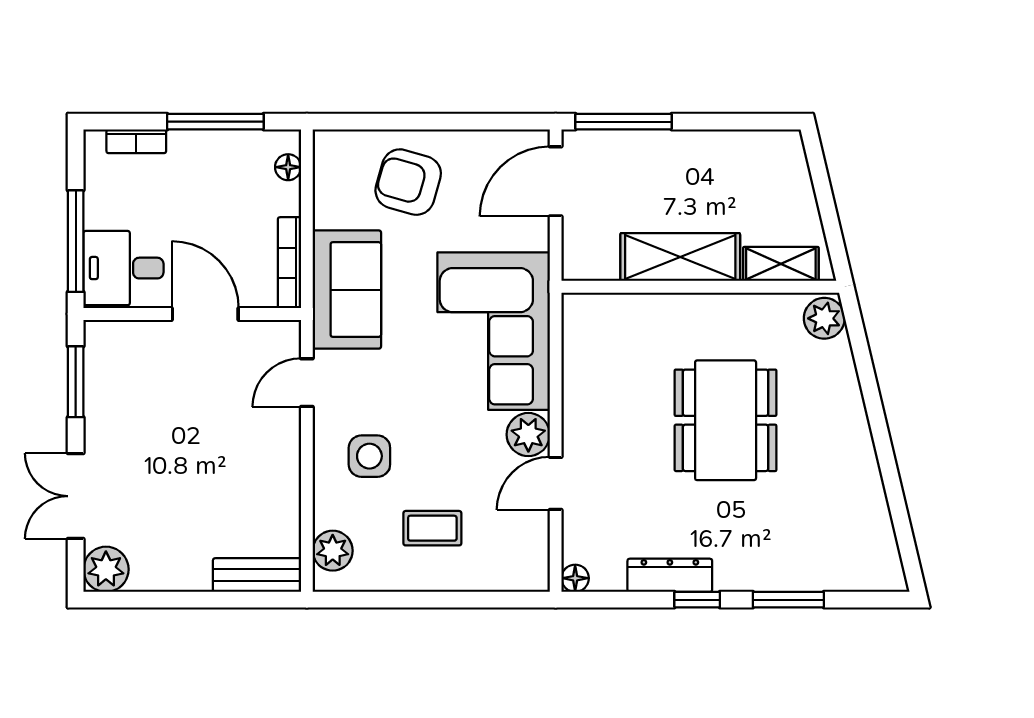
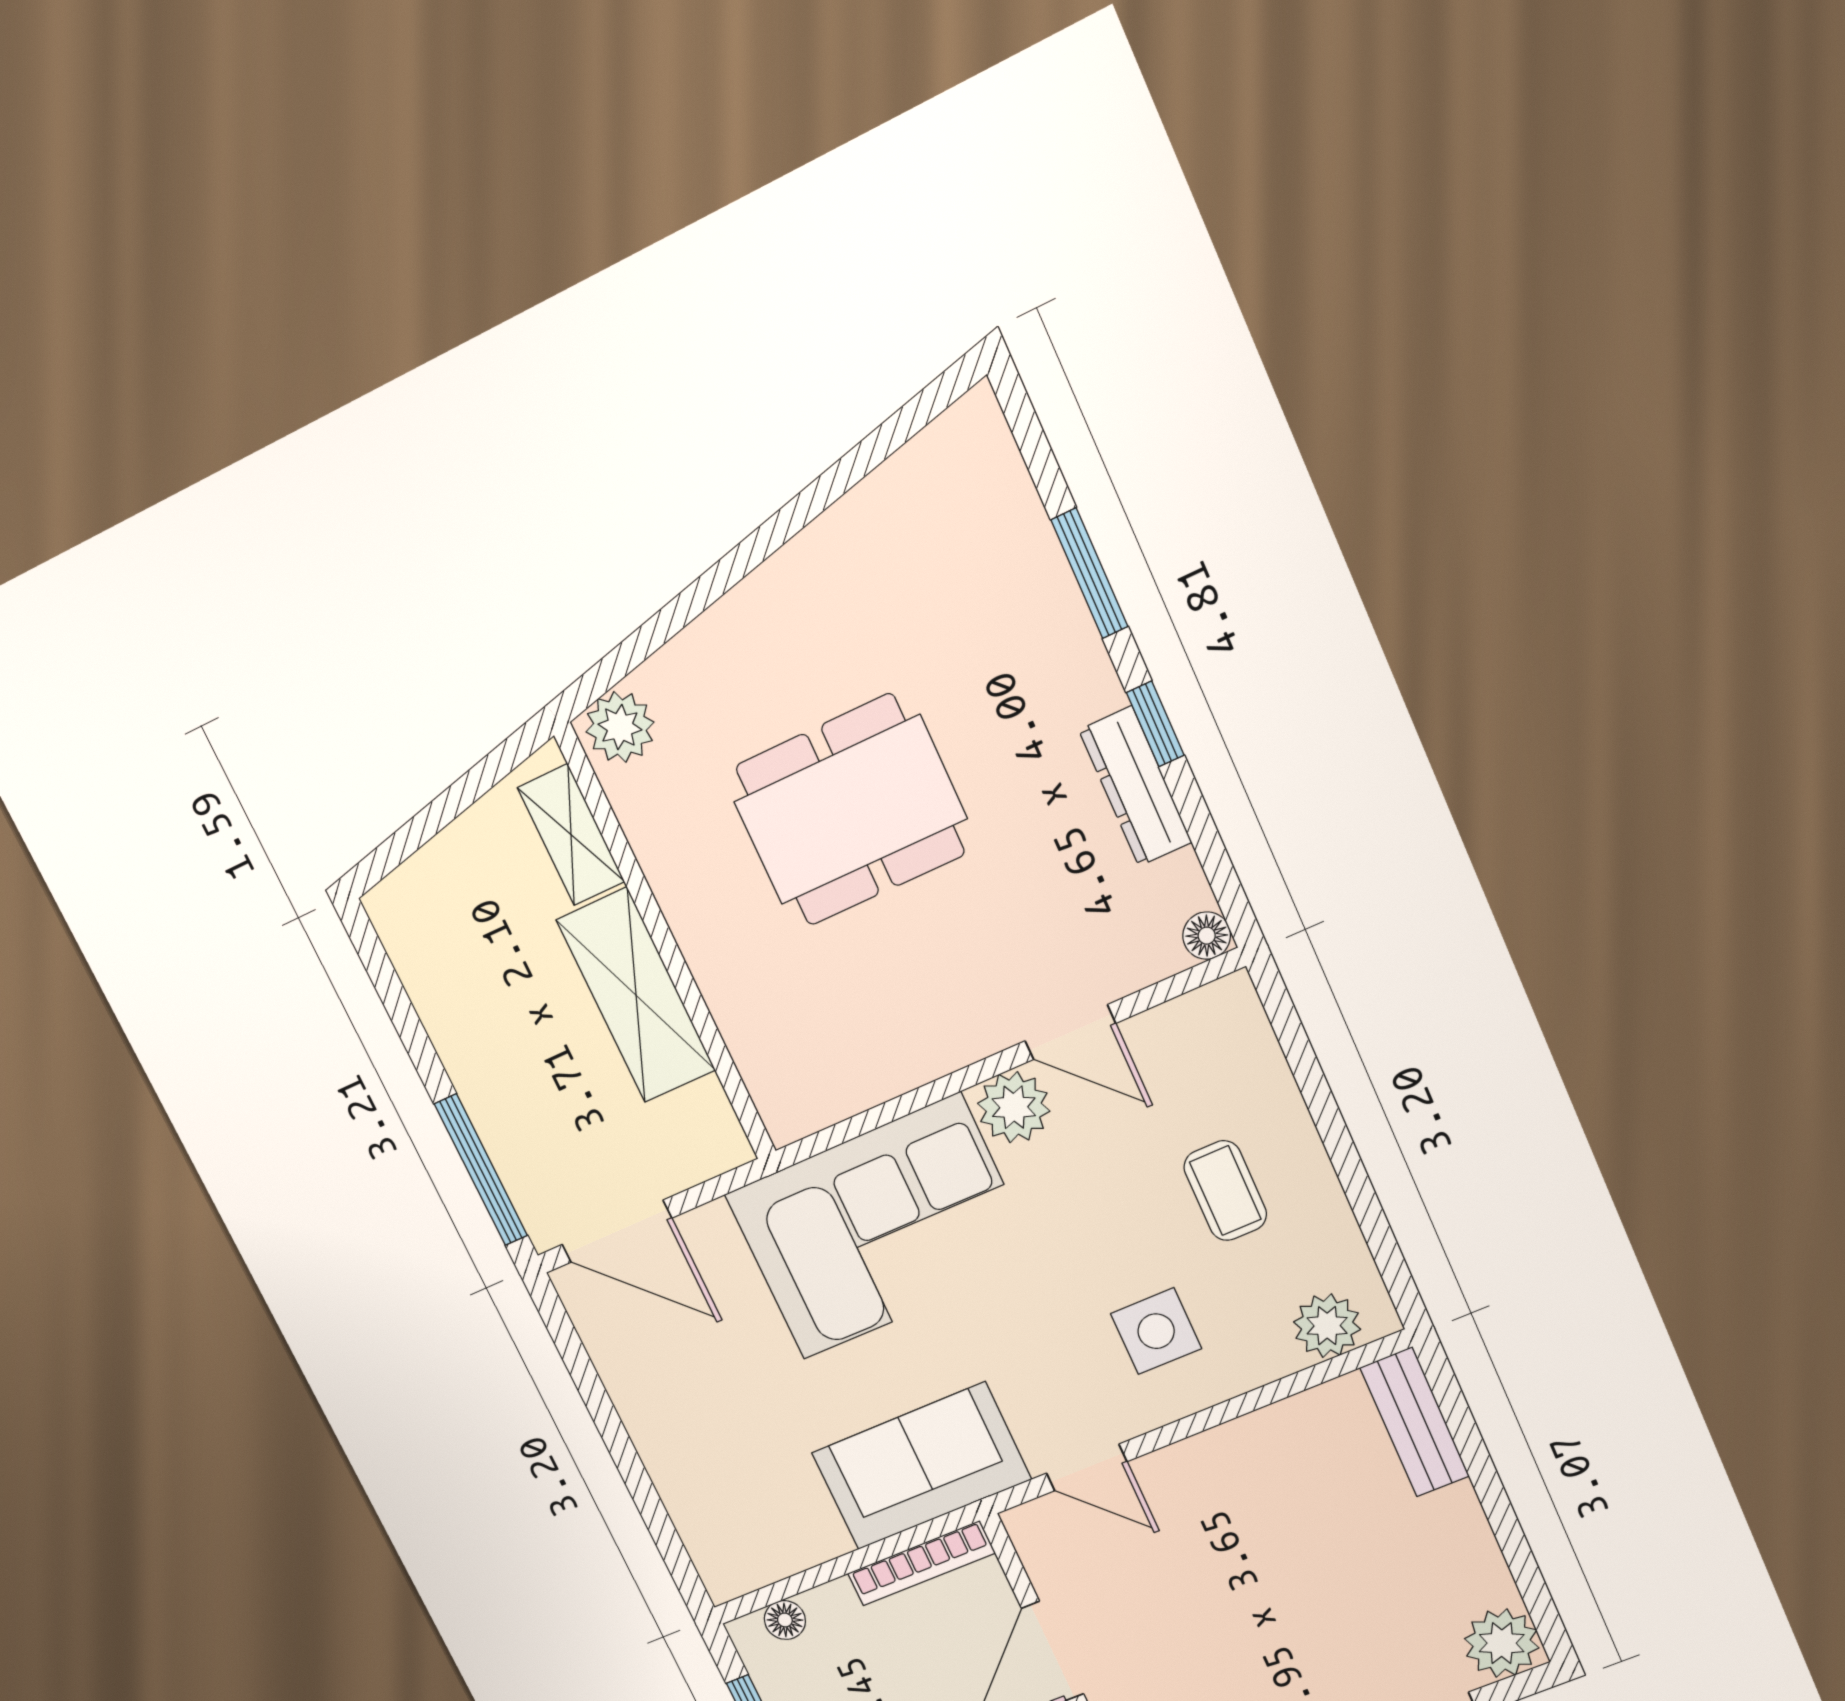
armchair: (408, 182) -> (723, 1443), removed

